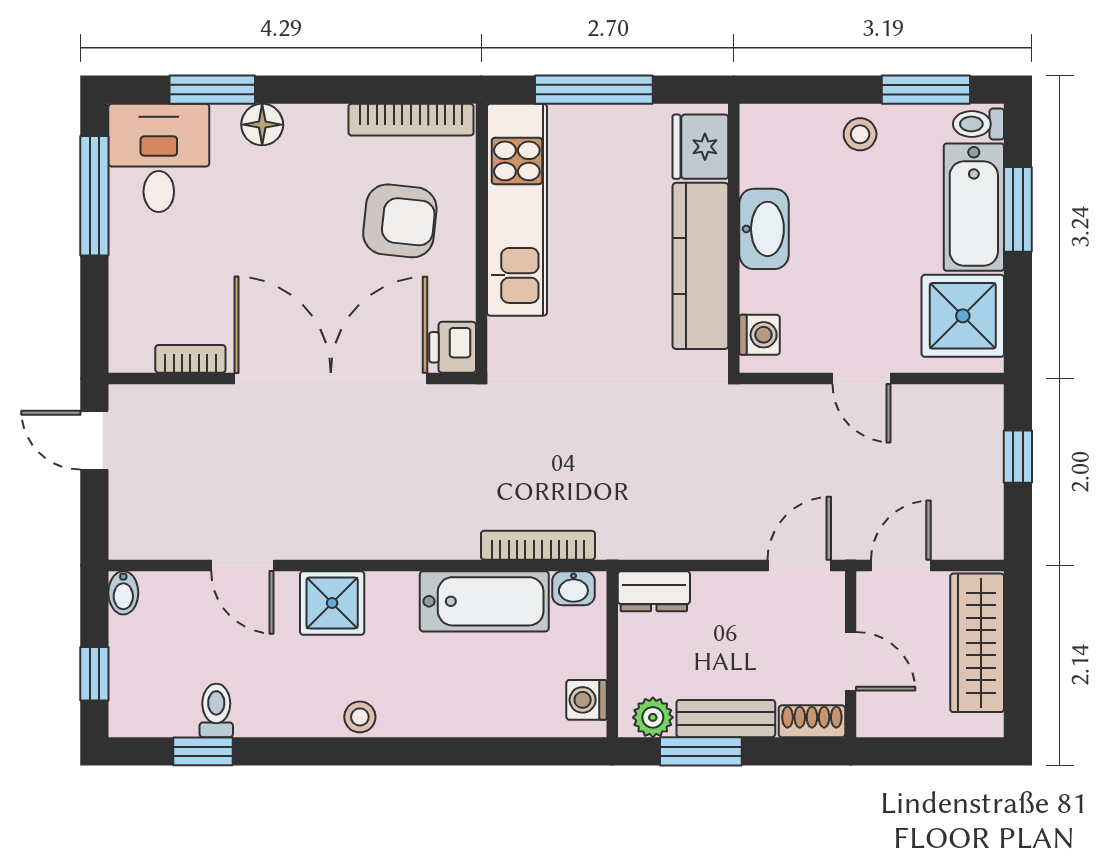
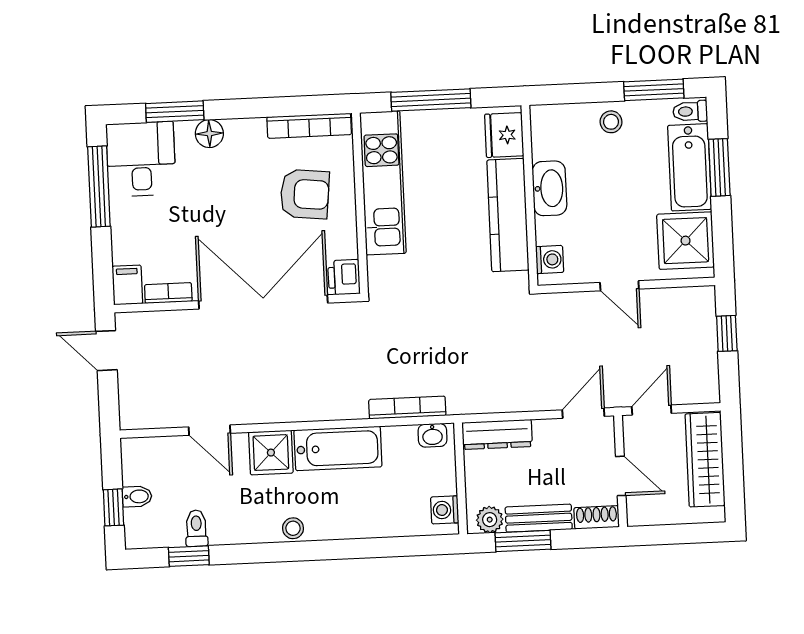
filing cabinet: (130, 344) -> (127, 285), added
dresser: (654, 591) -> (497, 434), width x1.44
bidet: (123, 593) -> (137, 496), moved, turned -90
bathtub: (484, 601) -> (338, 448), moved

